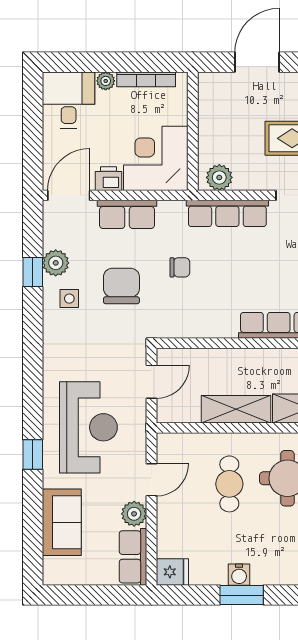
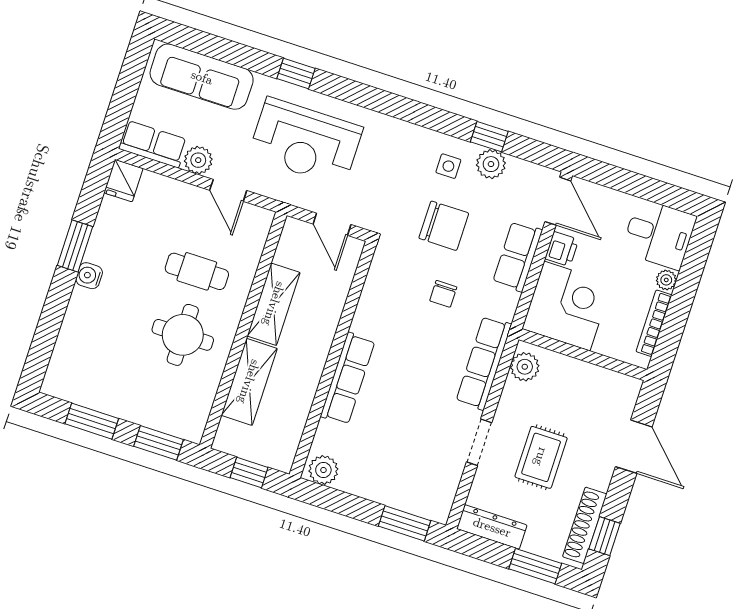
sofa: (62, 522) -> (202, 77), width x1.36
water cooler: (239, 575) -> (89, 276), moved

